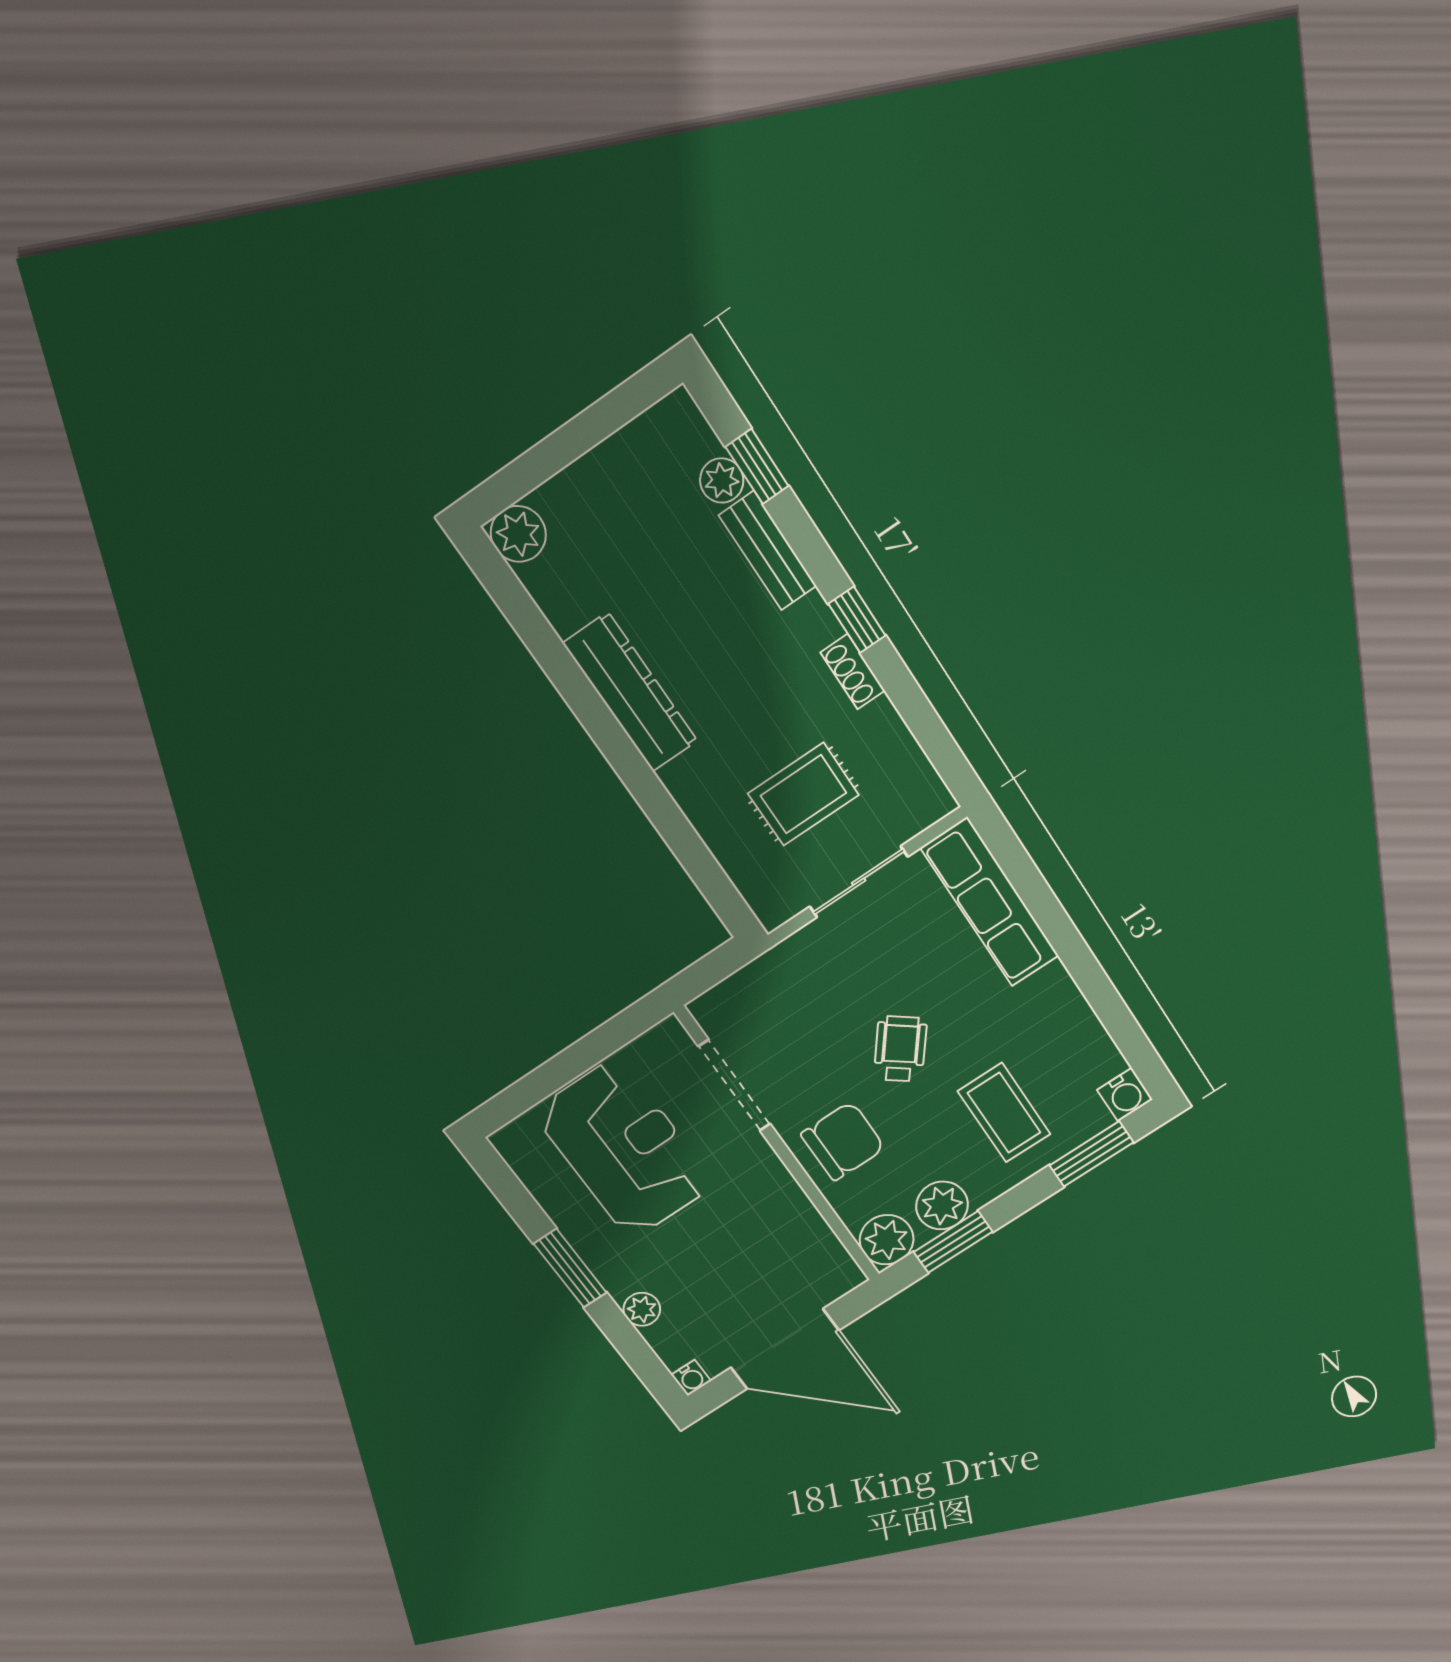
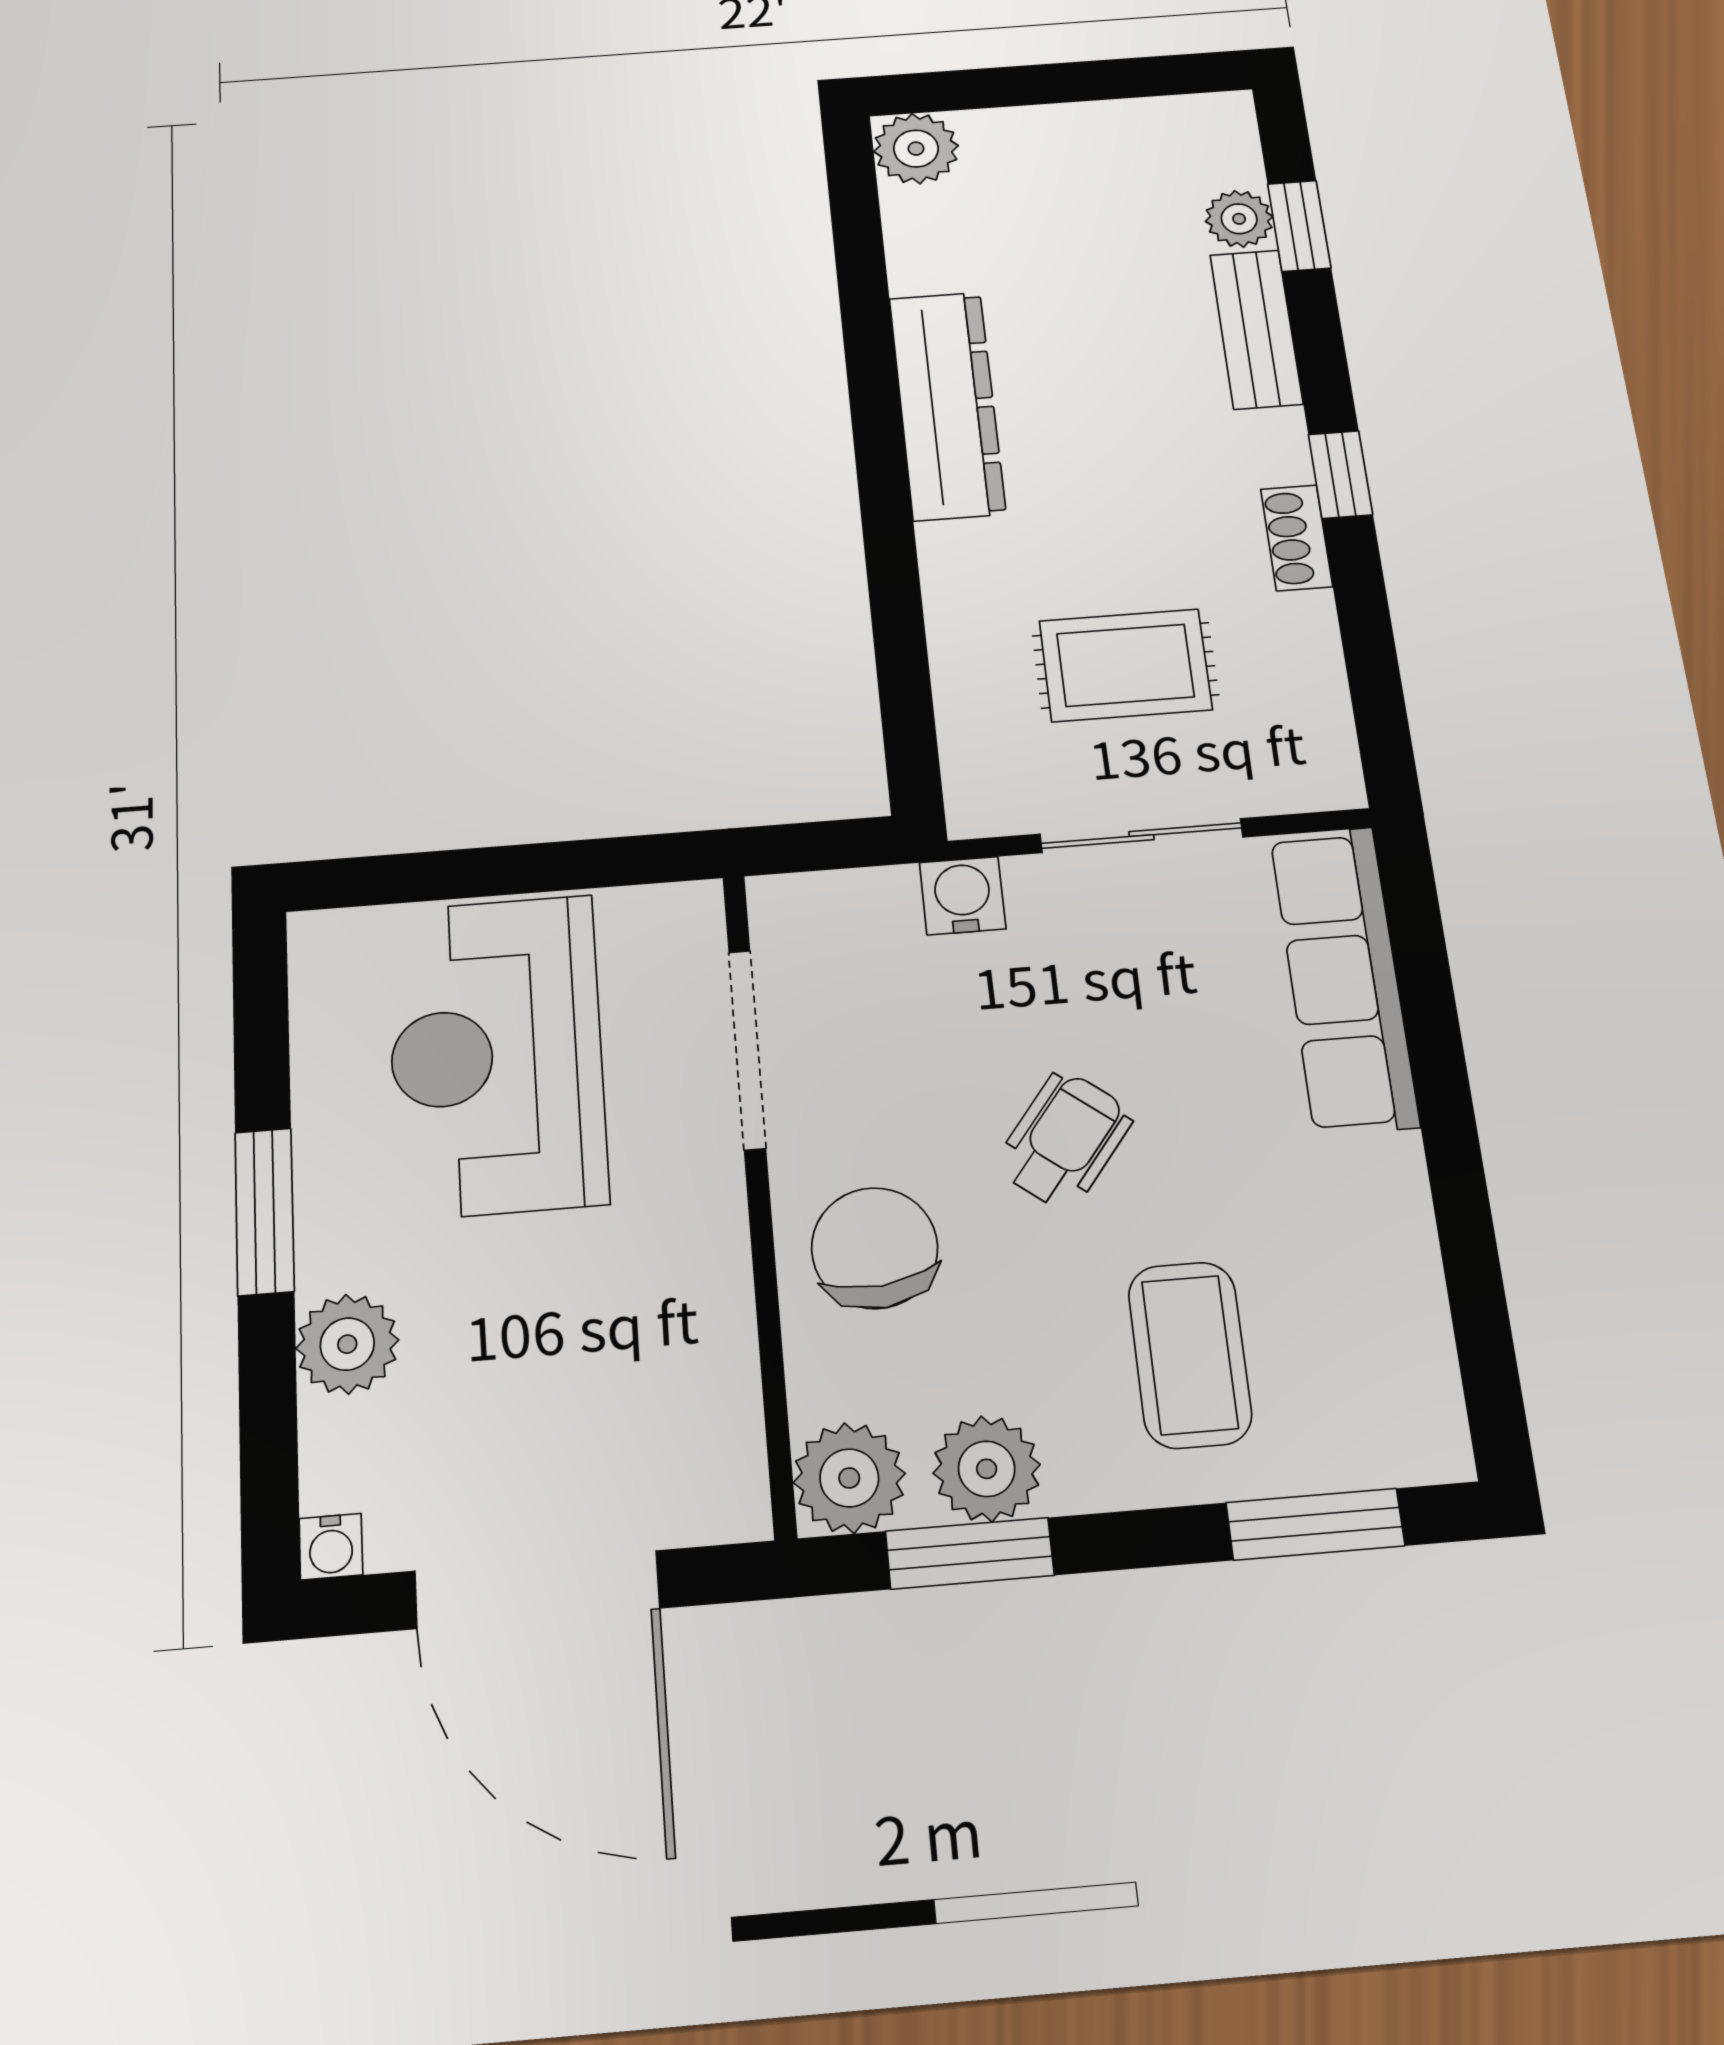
water cooler: (1125, 1095) -> (963, 896), moved, turned 180
chair: (843, 1141) -> (875, 1248), turned -96
reception desk: (624, 1149) -> (496, 1055), turned 180
plant: (642, 1309) -> (347, 1344), width x1.38, depth x1.38

